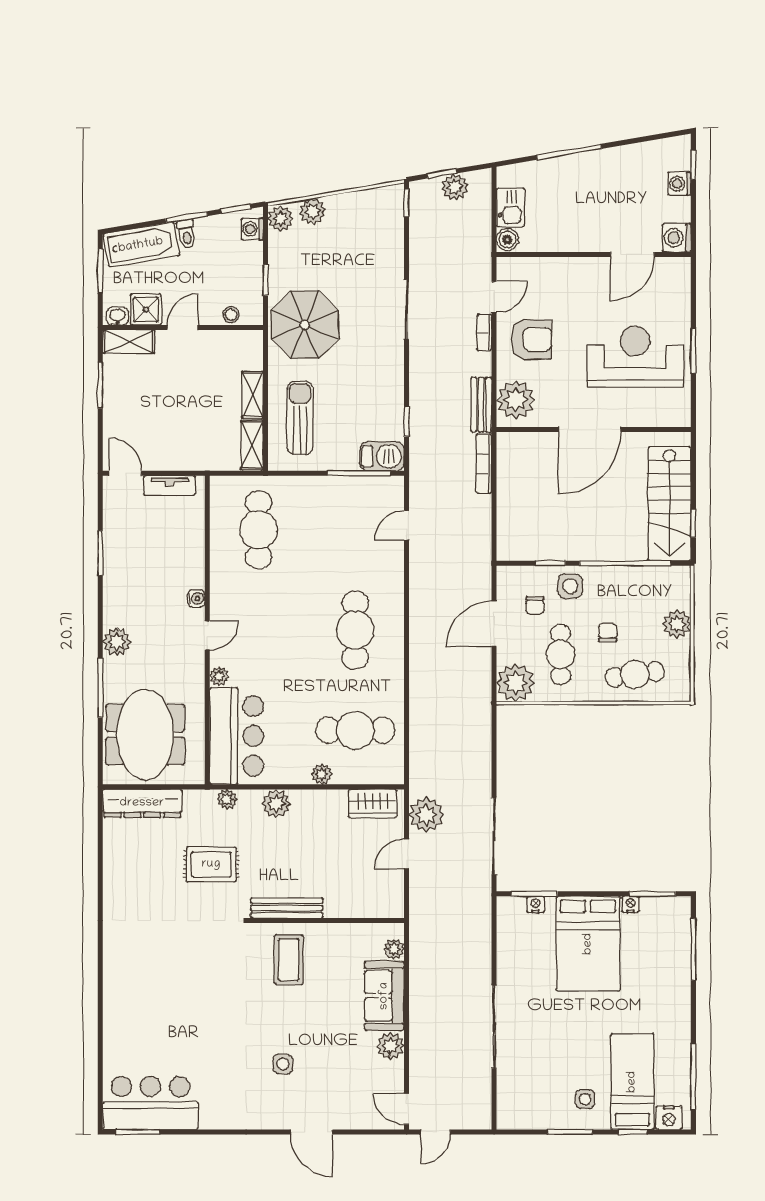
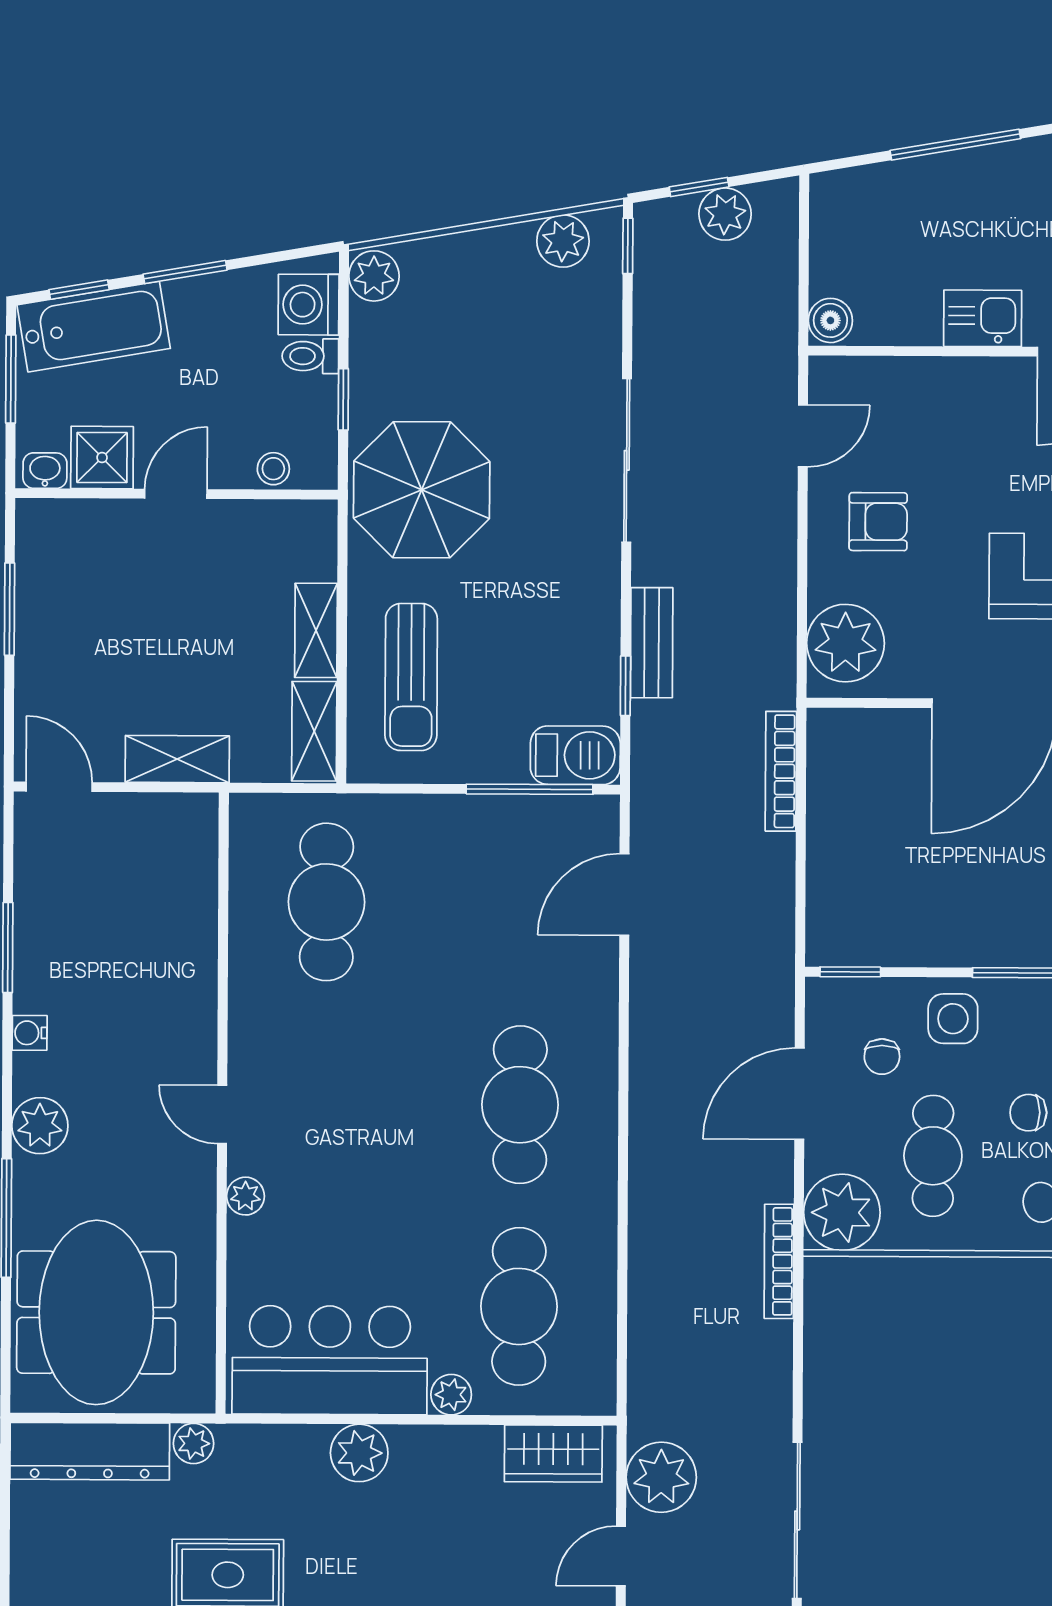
kitchen sink: (510, 207) -> (983, 318), moved, turned -90
window: (236, 209) -> (79, 290), moved
plant: (312, 211) -> (563, 241), moved
washing machine: (252, 229) -> (309, 305), width x1.38, depth x1.38
toilet: (187, 234) -> (310, 356), moved, turned 100
sliding door: (407, 310) -> (627, 460), width x1.37
bookcase: (484, 333) -> (779, 1261), moved, width x1.56
armchair: (532, 339) -> (878, 522), width x0.72, depth x0.72
shelving: (129, 342) -> (177, 759), moved
bench: (481, 405) -> (652, 643), moved
sun lounger: (300, 418) -> (411, 677), turned 180
tv unit: (169, 486) -> (148, 812), removed
door: (407, 525) -> (624, 895), width x1.38
window: (550, 563) -> (850, 972), moved
water cooler: (196, 598) -> (30, 1033), moved, turned 180
chair: (608, 633) -> (1028, 1113), turned -90
door: (207, 636) -> (222, 1114), swing flipped
cafe table: (355, 730) -> (519, 1306), turned 90
bar counter: (237, 736) -> (330, 1360), moved, turned -90
plant: (227, 799) -> (194, 1443), moved

